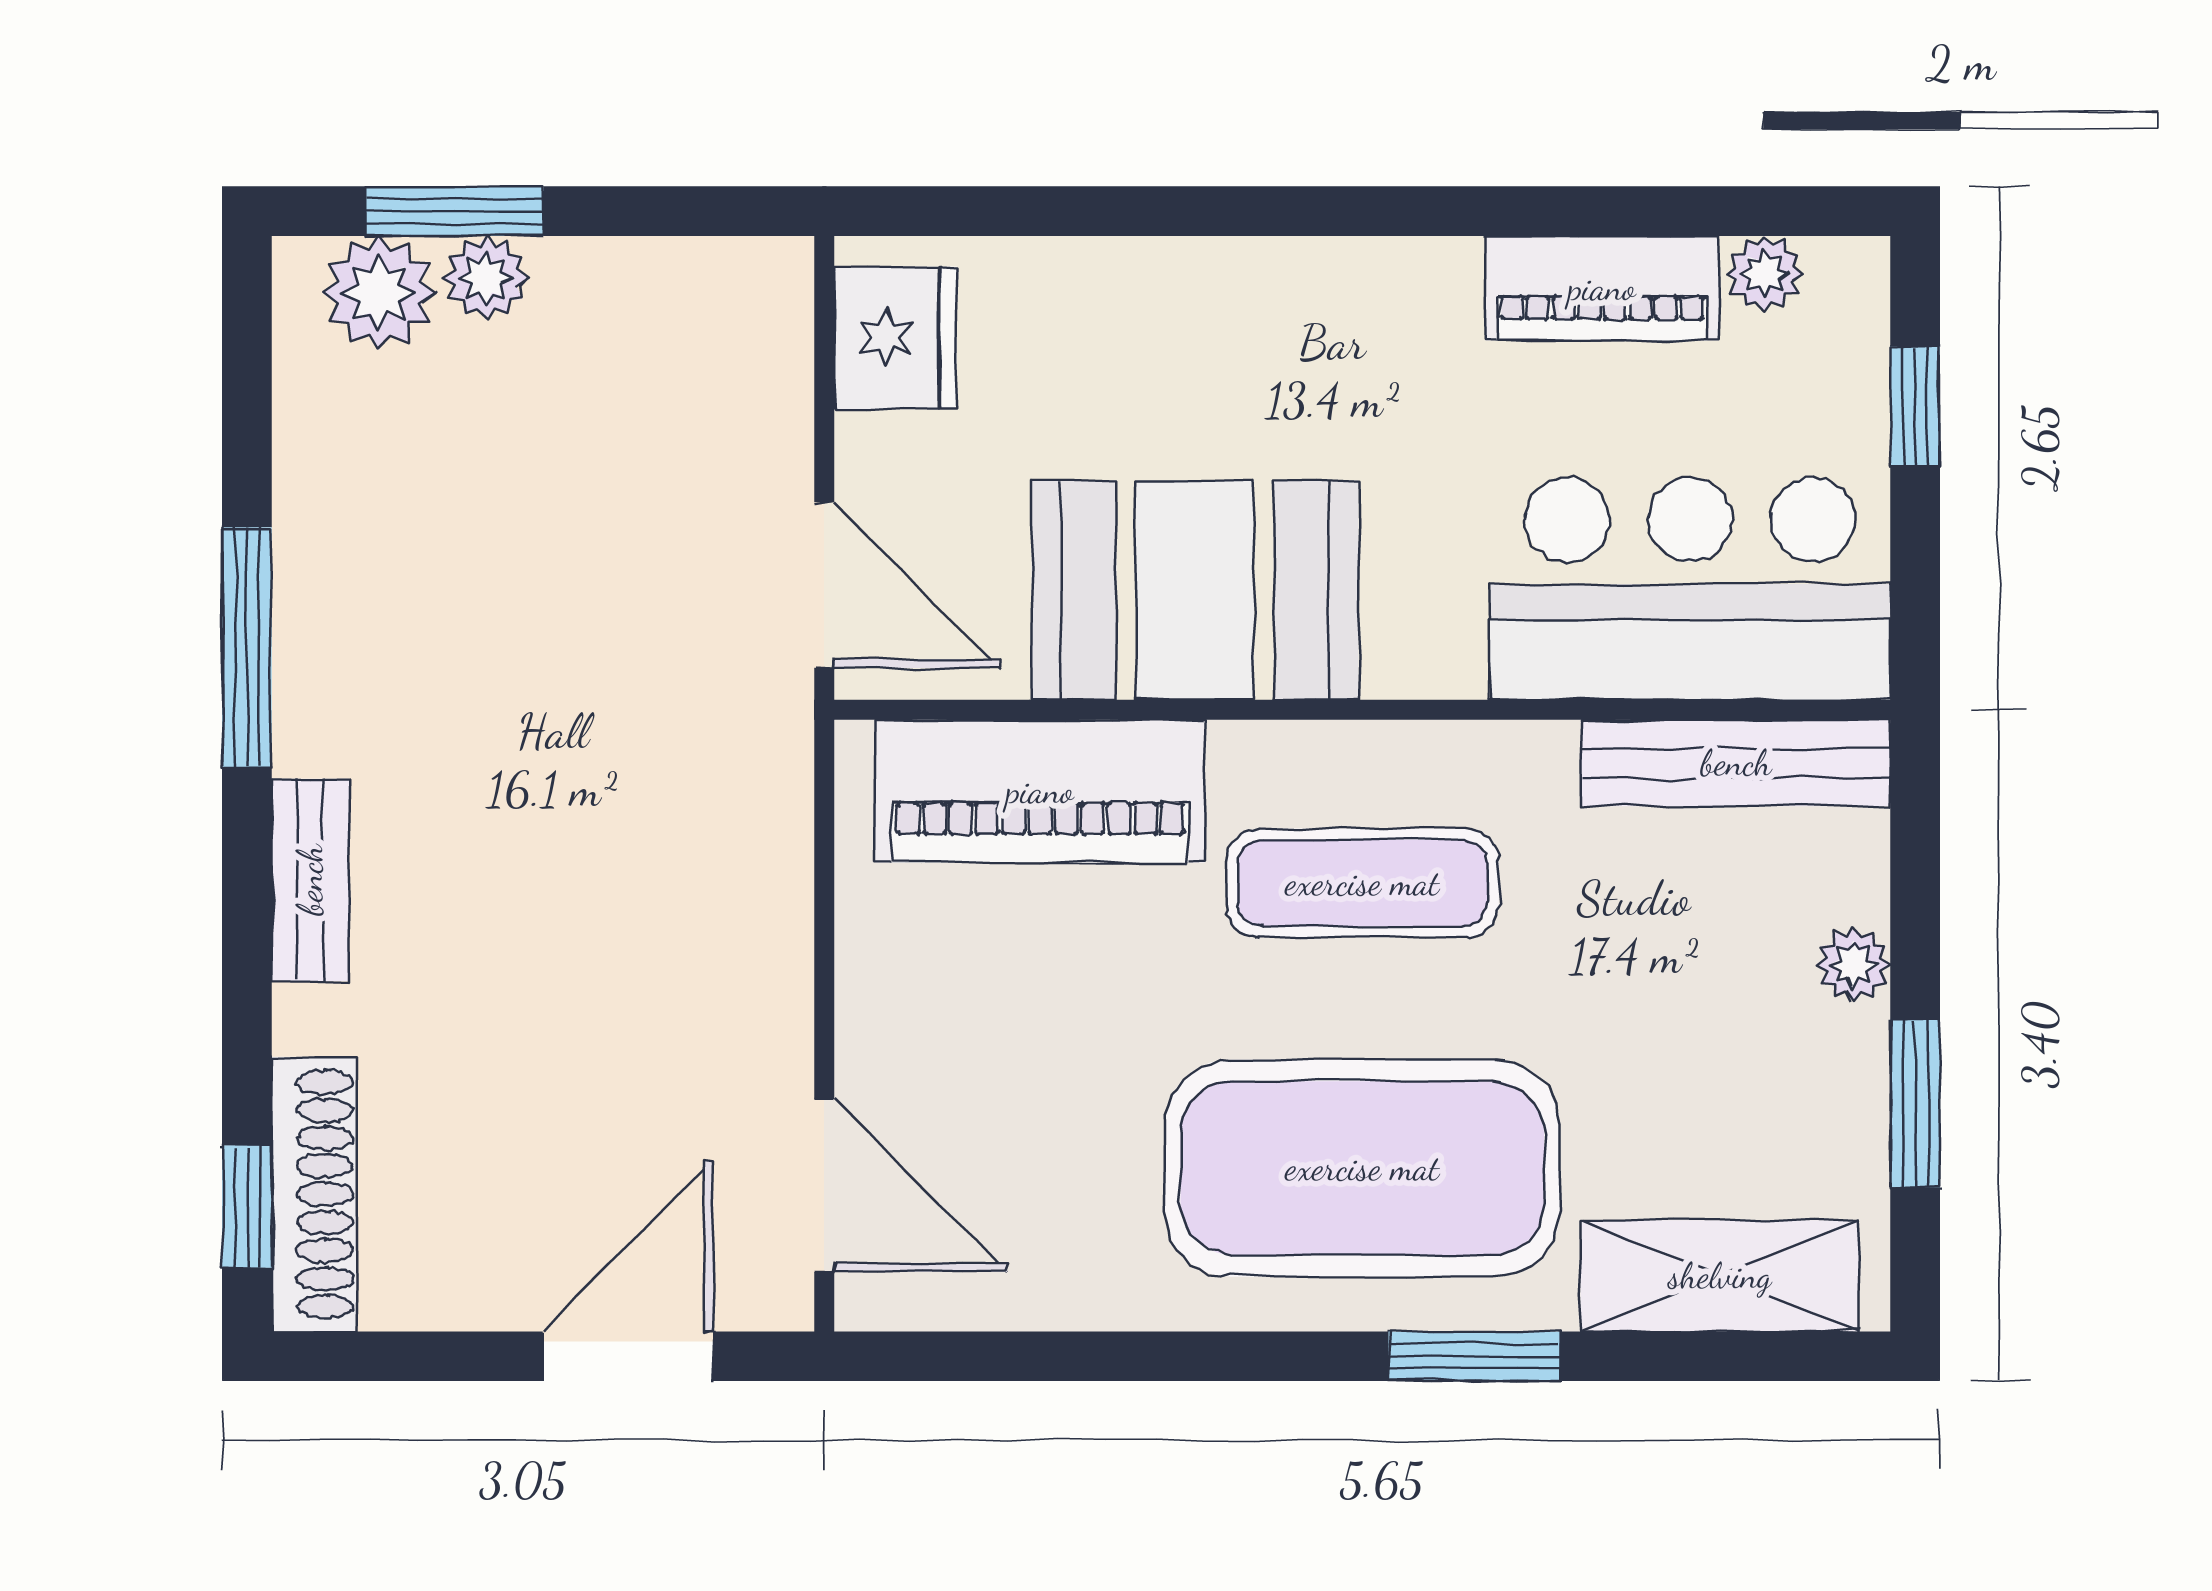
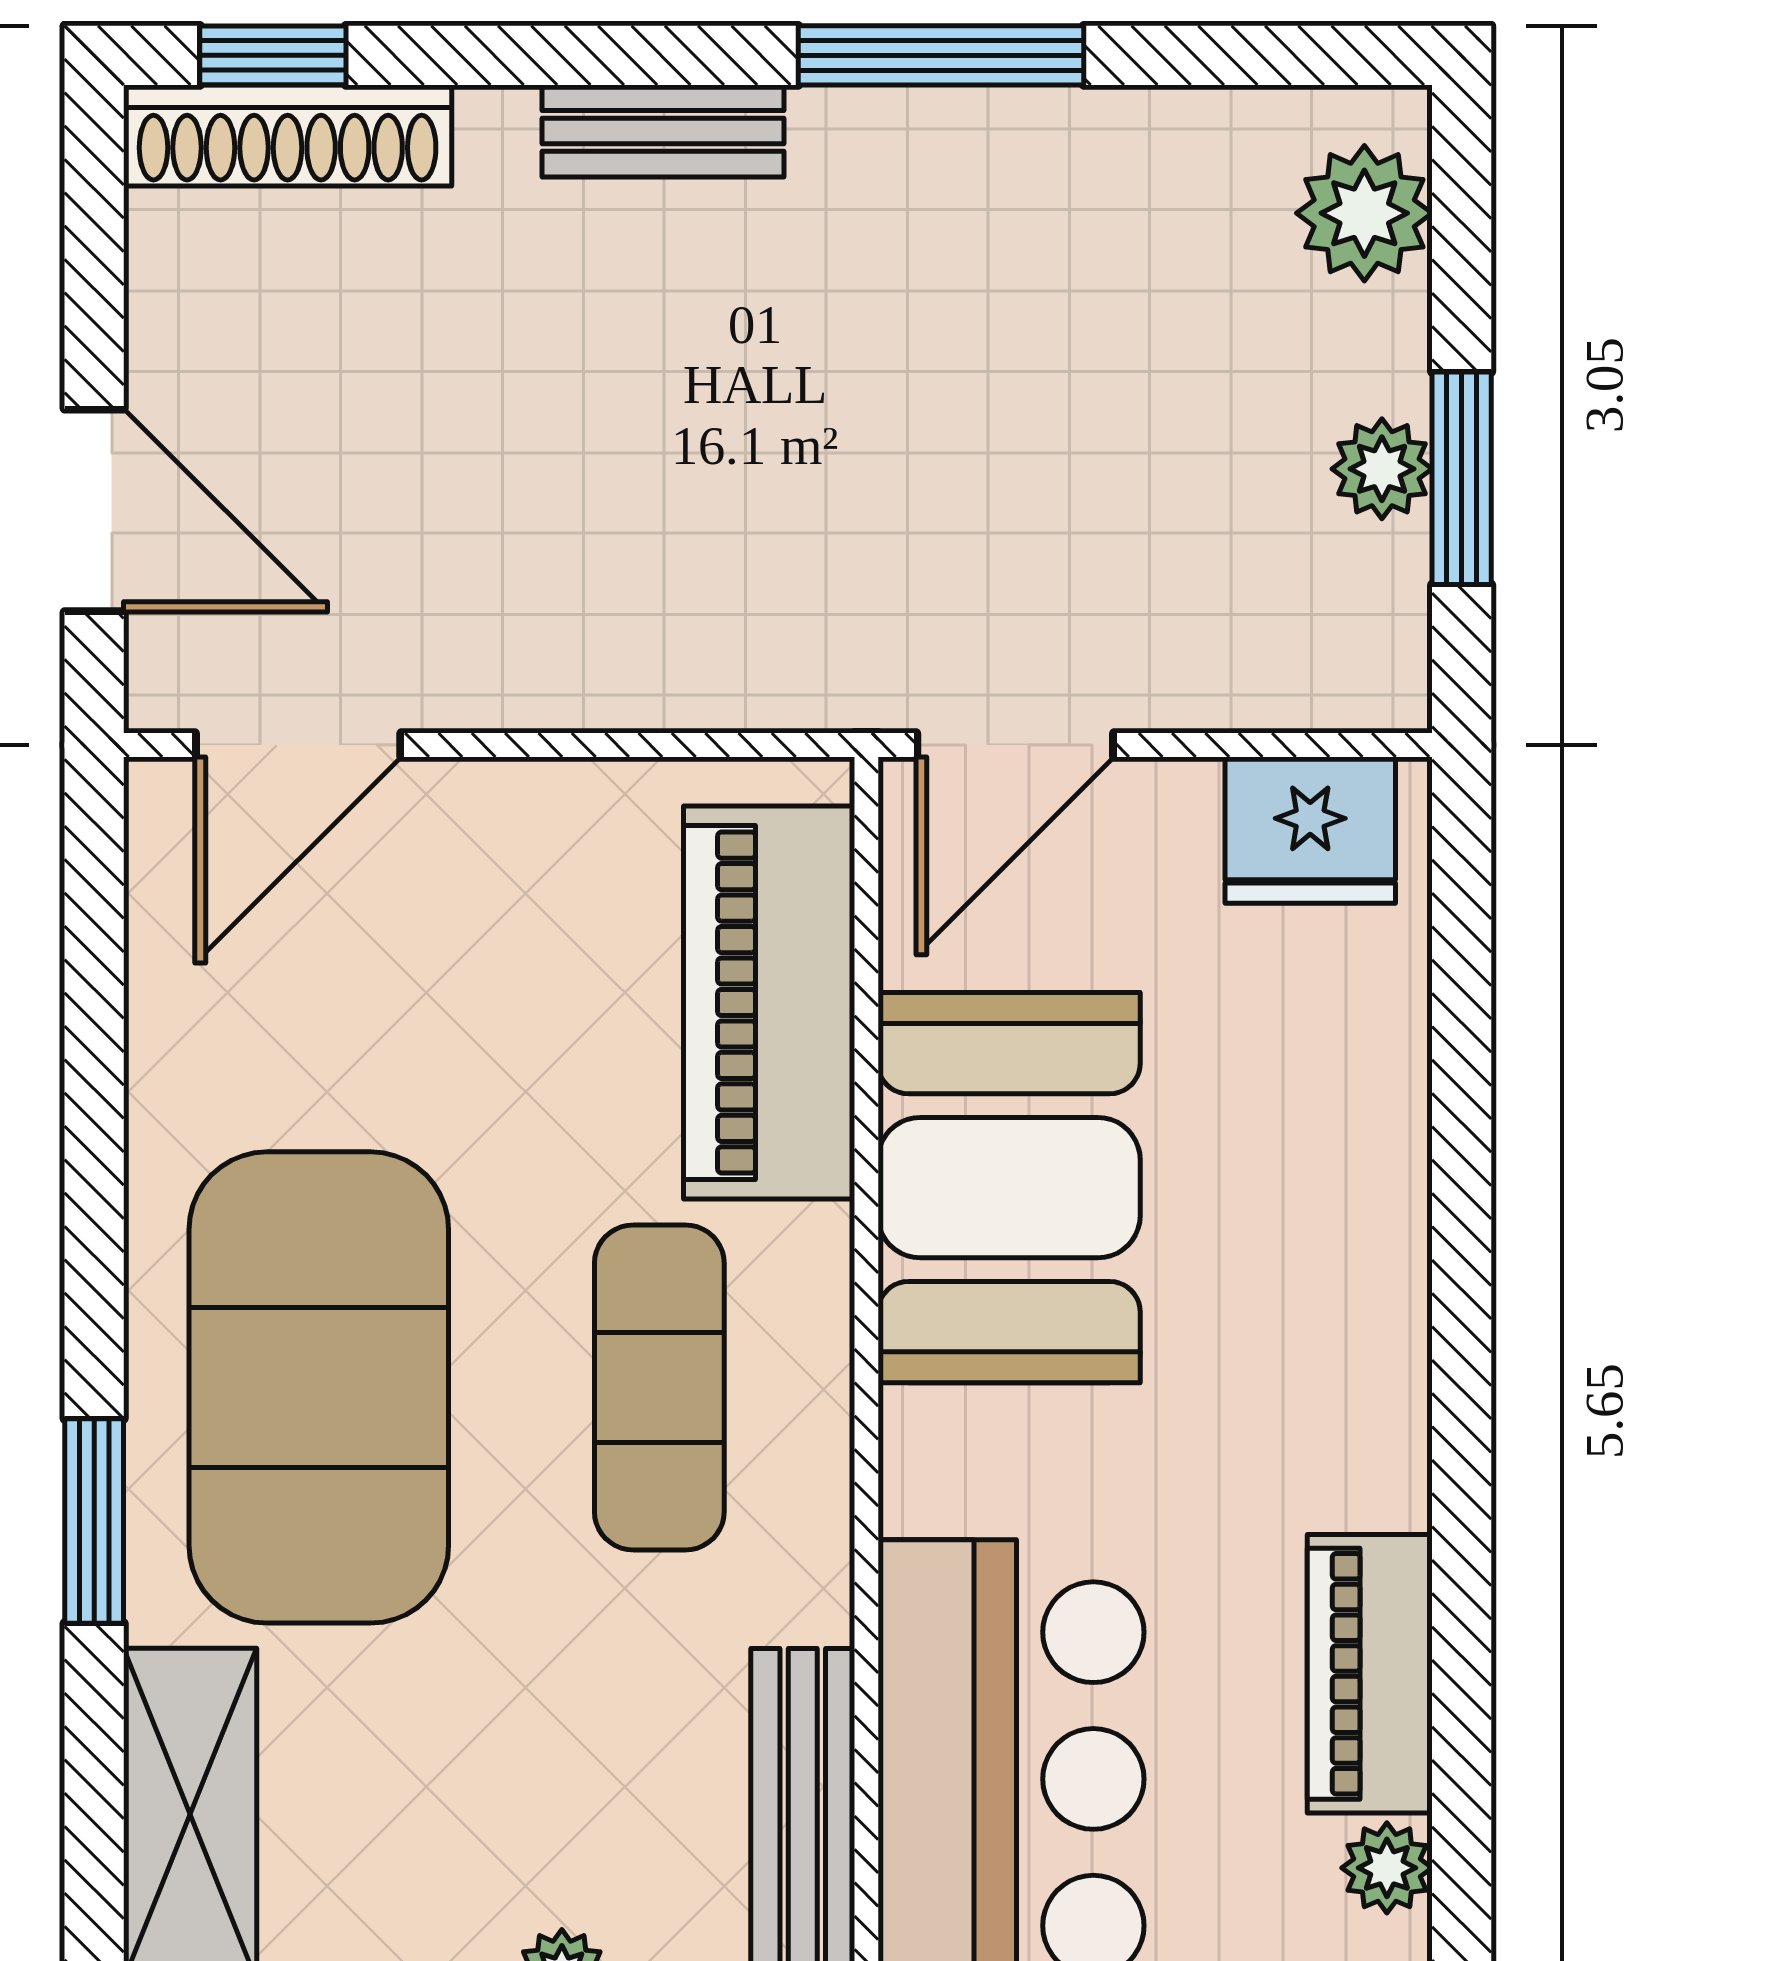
window: (455, 211) -> (1462, 478), moved
plant: (486, 278) -> (1382, 469), moved

